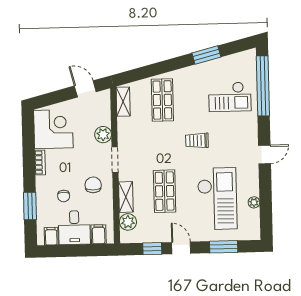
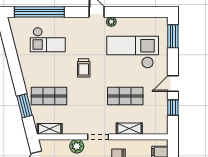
window: (206, 55) -> (24, 106), moved
checkout: (230, 97) -> (48, 40), turned 90
plant: (254, 202) -> (111, 22), moved
plant: (128, 222) -> (150, 127), removed
window: (224, 247) -> (173, 36), moved

